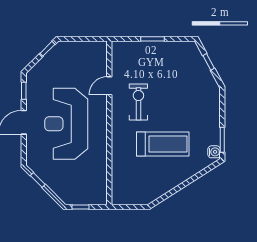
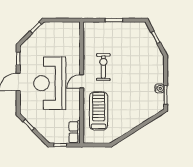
door: (109, 86) -> (82, 81), moved
treadmill: (163, 144) -> (99, 111), moved, turned -90
water cooler: (214, 152) -> (160, 88), moved
row of seats: (100, 190) -> (75, 132), added

